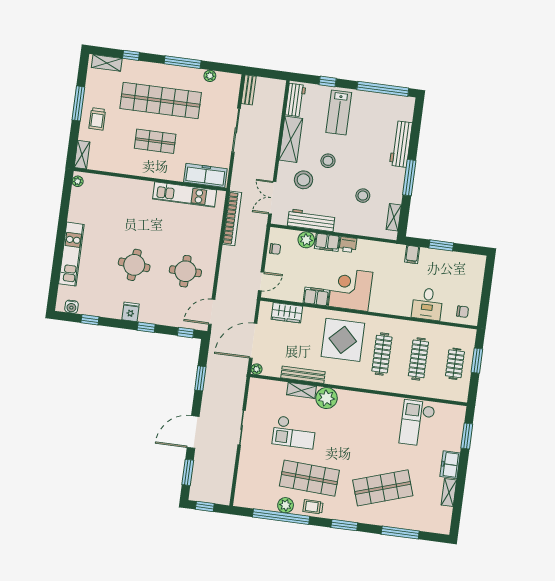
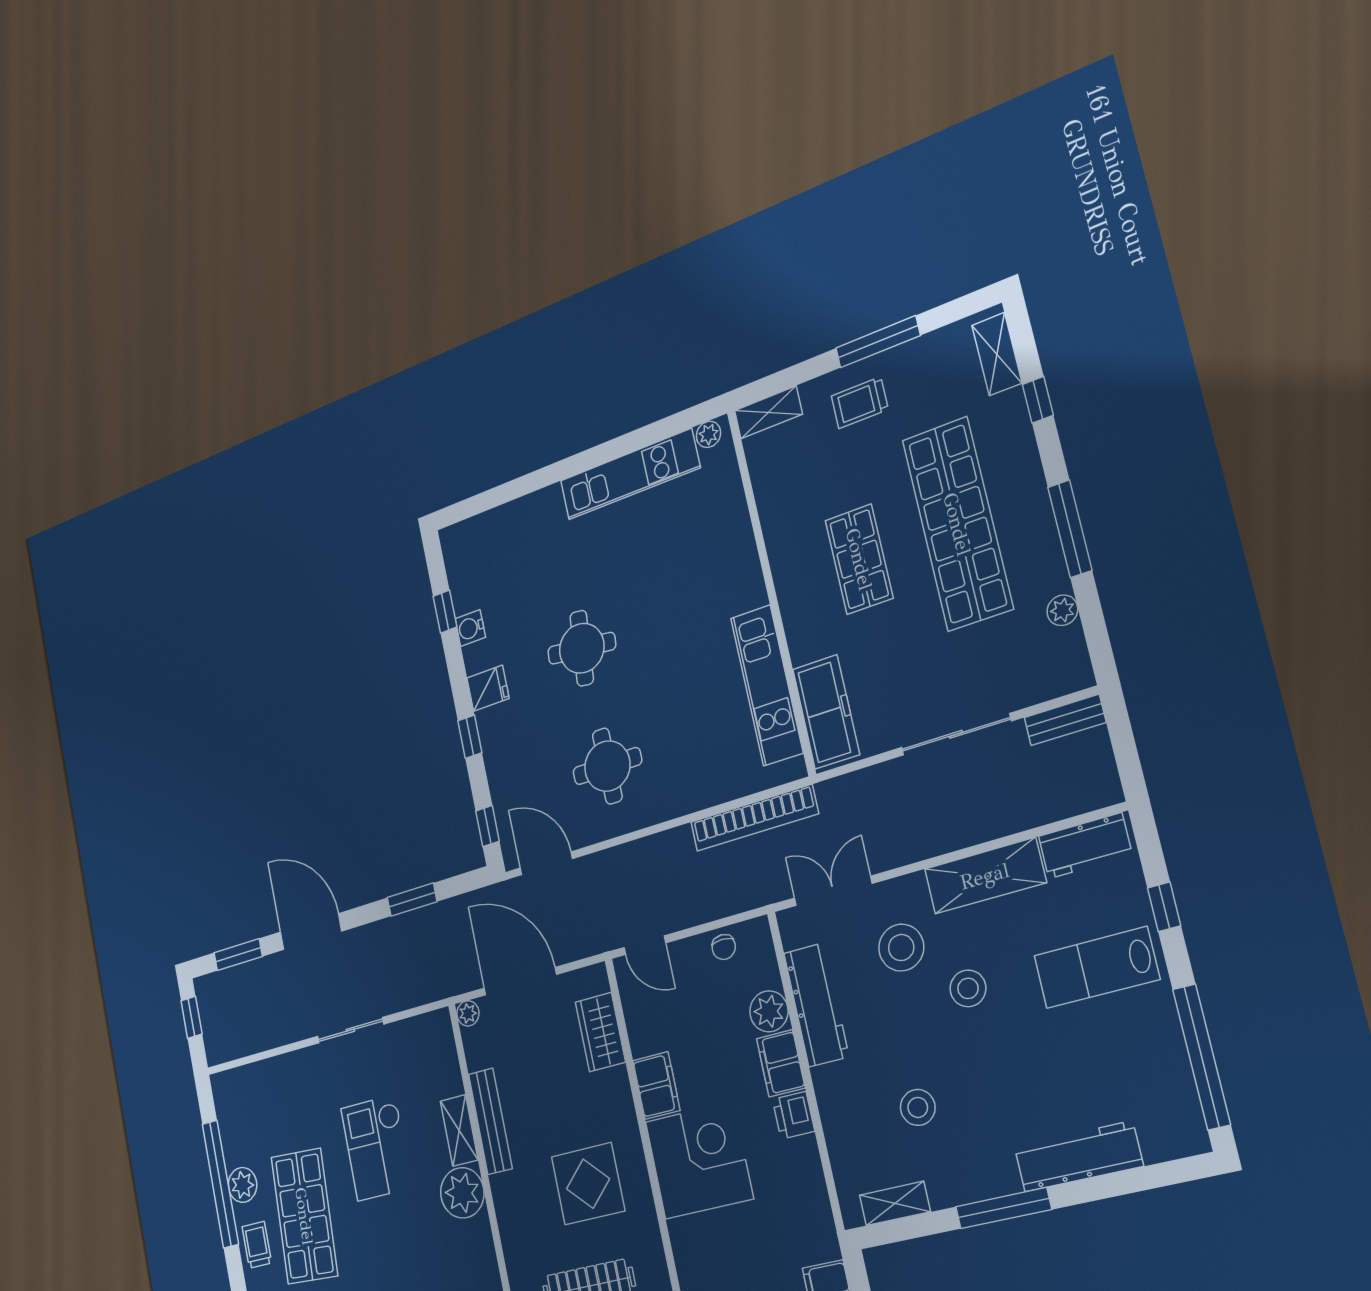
kitchen unit: (71, 254) -> (630, 474), moved
water cooler: (72, 307) -> (470, 628), moved
display table: (343, 340) -> (588, 1184), width x0.73, depth x0.73

